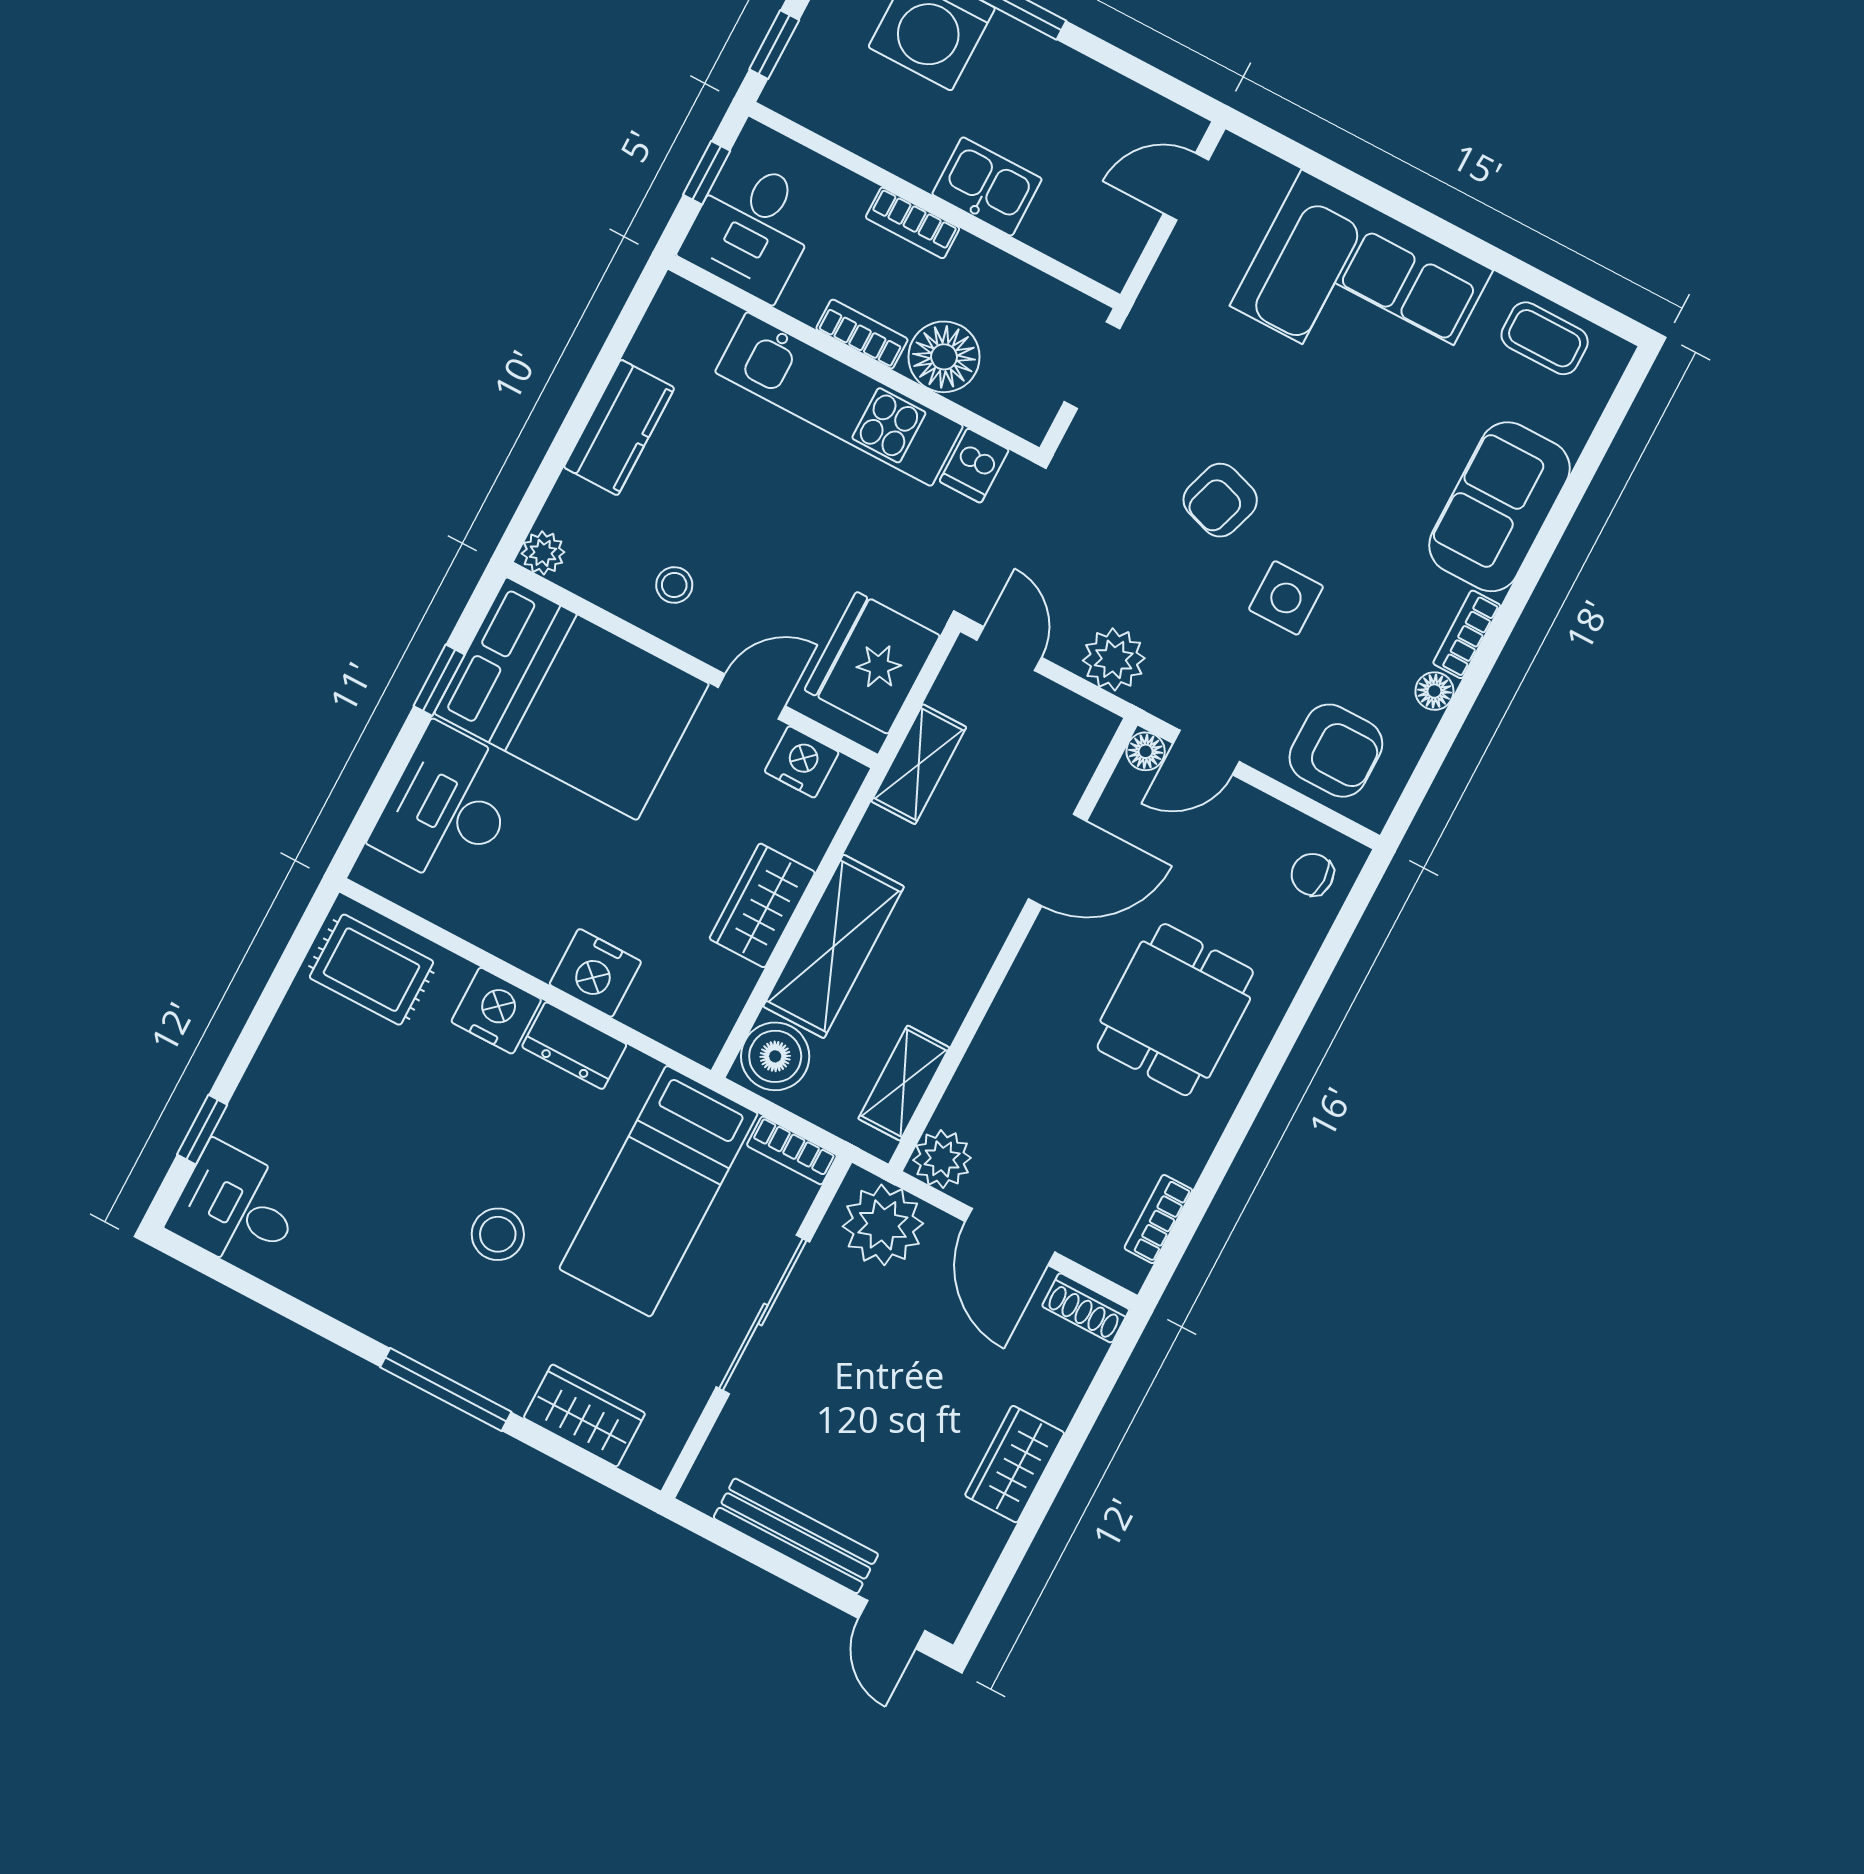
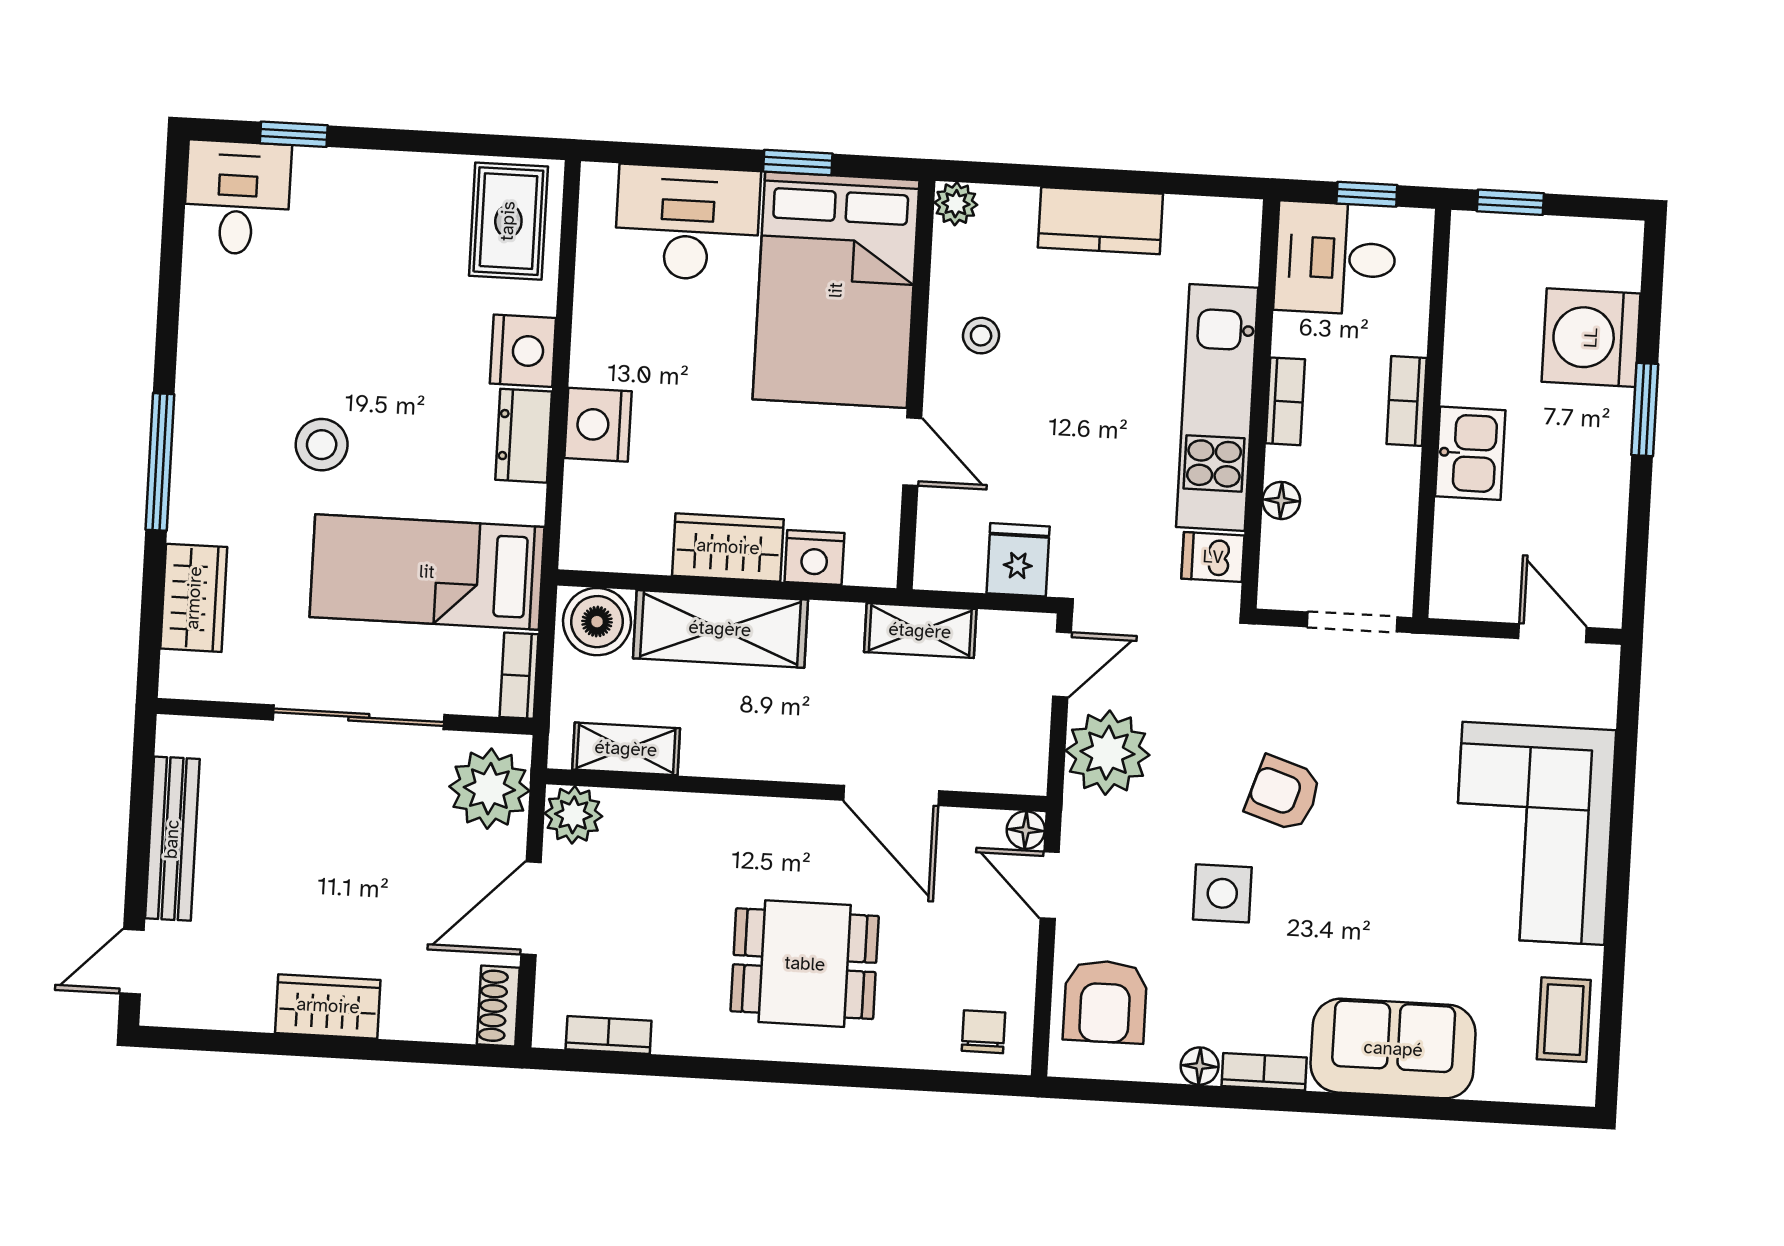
floor lamp: (944, 357) -> (1281, 500), width x0.53, depth x0.53
plant: (1114, 659) -> (1107, 753), width x1.36, depth x1.36
fridge: (872, 663) -> (1018, 560), width x0.53, depth x0.75
nightstand: (802, 762) -> (814, 557), moved, turned 90

